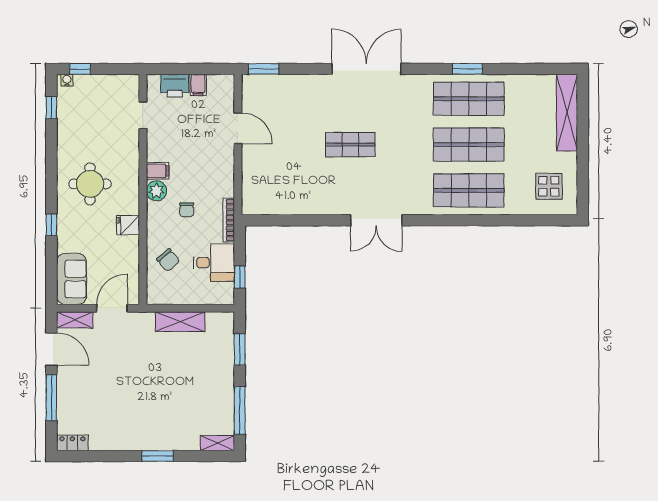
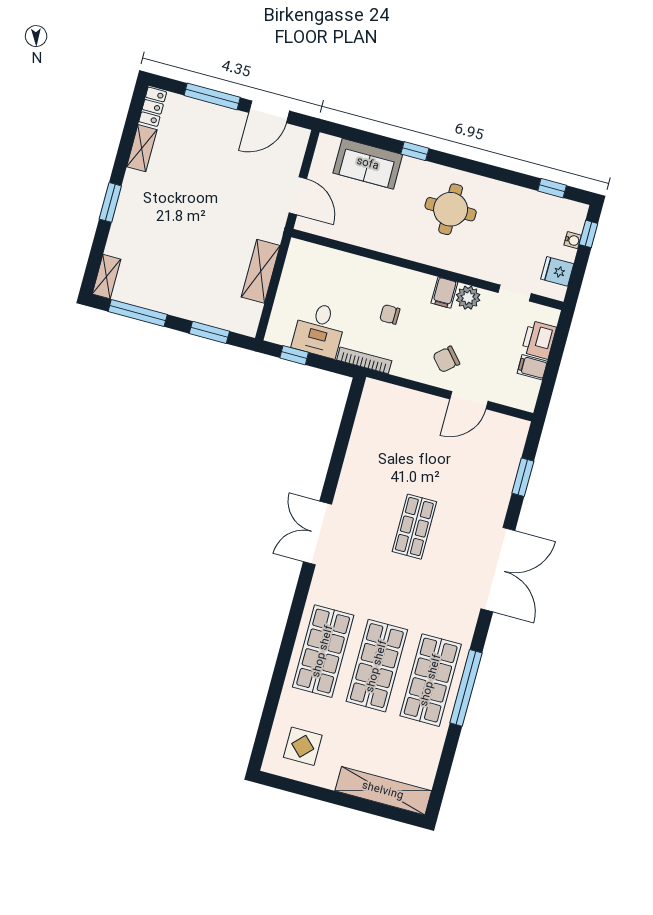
window: (264, 69) -> (523, 477), moved
window: (467, 69) -> (466, 688), width x2.11
water cooler: (67, 80) -> (573, 240), moved
plant: (156, 191) -> (468, 298), moved
fridge: (128, 225) -> (557, 271), moved, turned -90
chair: (168, 260) -> (446, 359), moved
sofa: (72, 279) -> (368, 164), moved
shelving: (75, 320) -> (142, 148), moved

